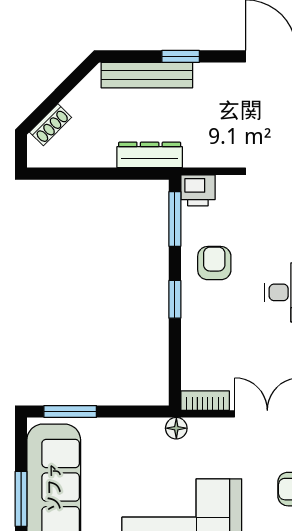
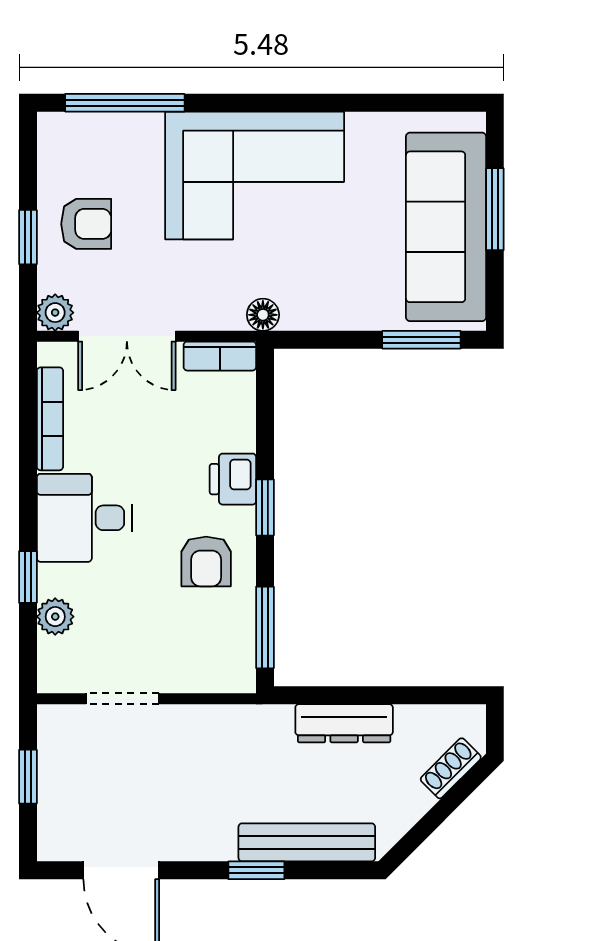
dresser: (150, 155) -> (344, 723), moved
printer: (198, 190) -> (233, 479), moved, turned -90

